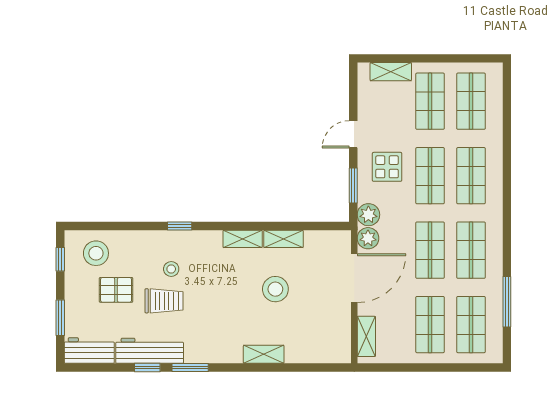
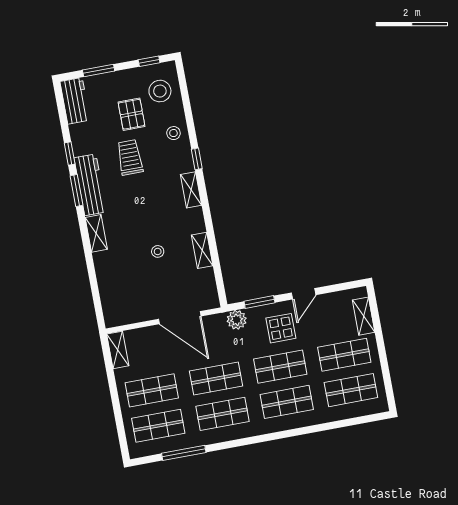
door: (353, 134) -> (304, 294), swing flipped
plant: (368, 238) -> (216, 323), removed
shelving: (243, 239) -> (191, 190), moved
stool: (171, 269) -> (173, 133), moved
stool: (275, 289) -> (158, 251), width x0.53, depth x0.53
trolley: (164, 301) -> (130, 157), turned 180
shelving: (366, 336) -> (118, 350), moved, turned 90
workbench: (150, 351) -> (90, 185), moved
shelving: (264, 354) -> (96, 233), moved

